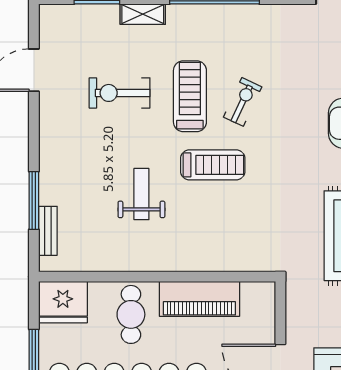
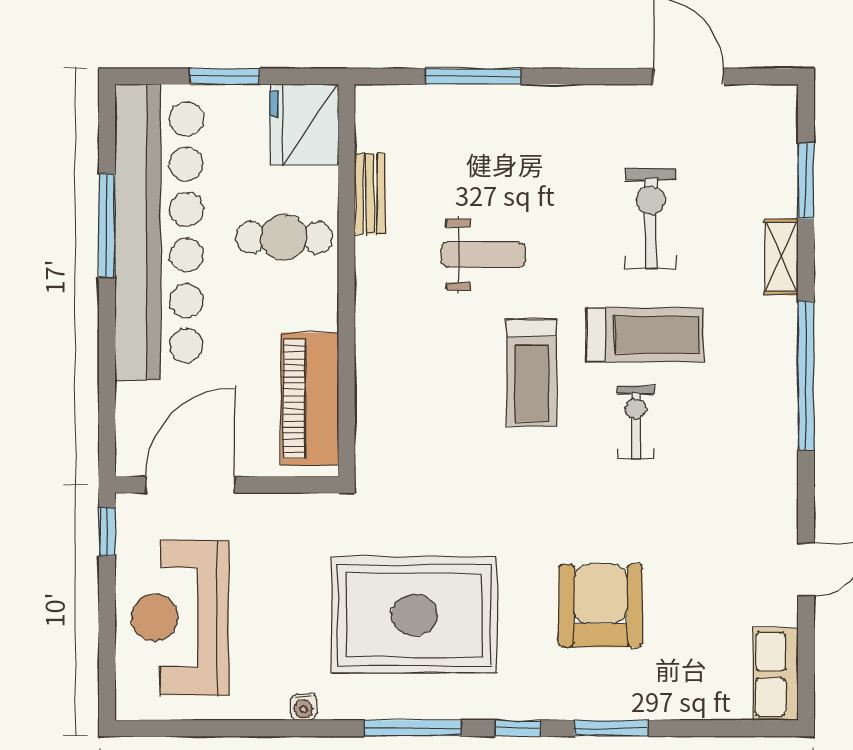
exercise bike: (243, 102) -> (636, 422), turned -115
bench: (48, 231) -> (370, 194), moved, turned 90
piano: (199, 299) -> (310, 399), moved

